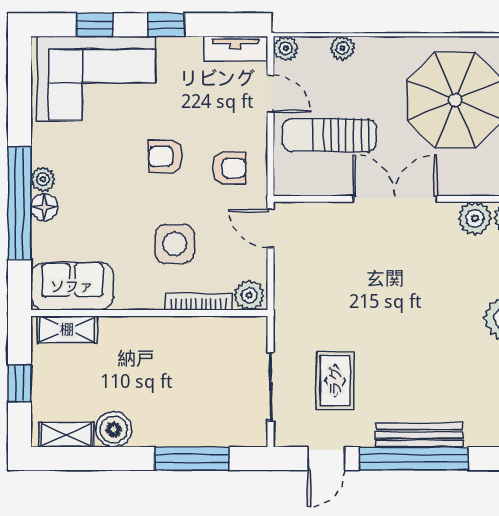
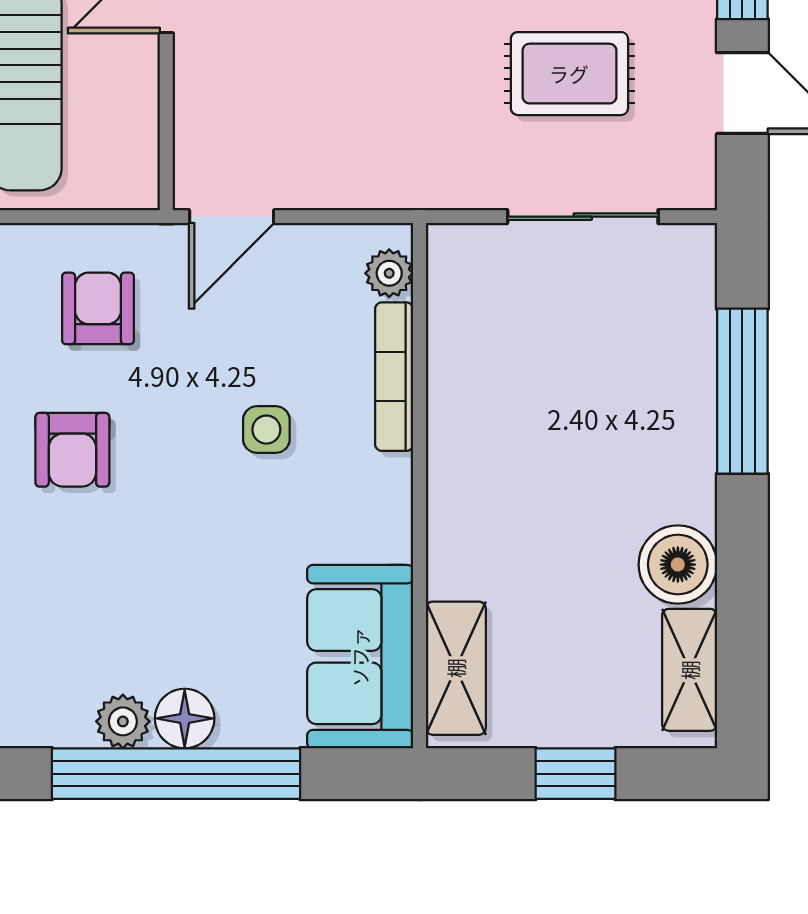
side table: (175, 244) -> (266, 430), width x0.54, depth x0.54
plant: (249, 295) -> (389, 273), width x0.73, depth x0.73

